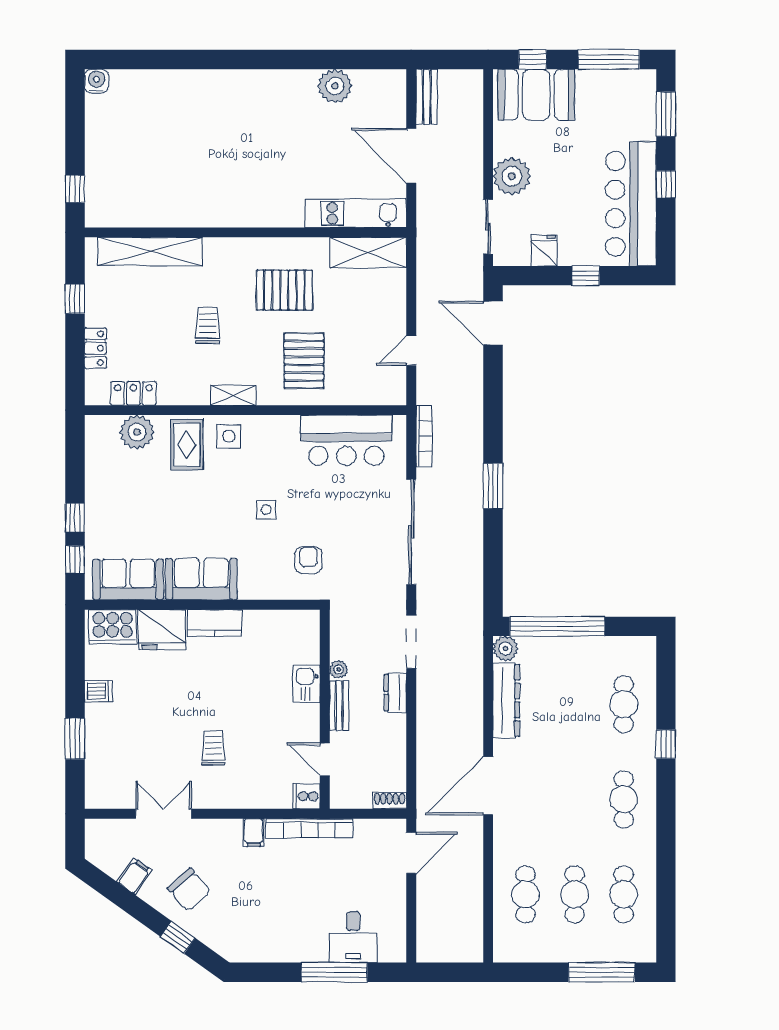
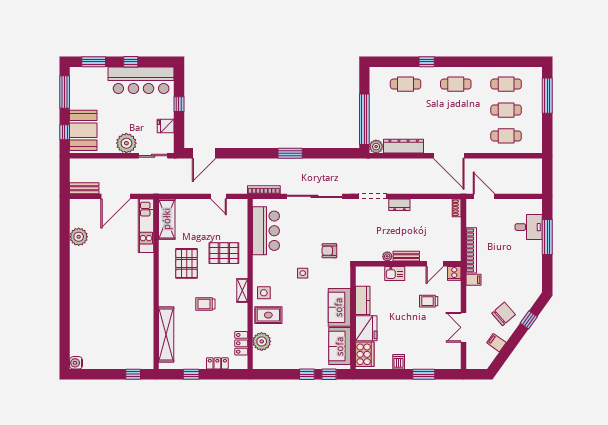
plant: (339, 670) -> (387, 256), moved
kitchen sink: (306, 684) -> (395, 273), moved
bench: (339, 705) -> (406, 256), moved
wall: (325, 709) -> (408, 264), moved
door: (325, 759) -> (435, 264), moved
cooker: (307, 796) -> (454, 273), moved

